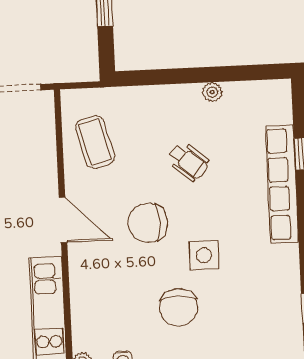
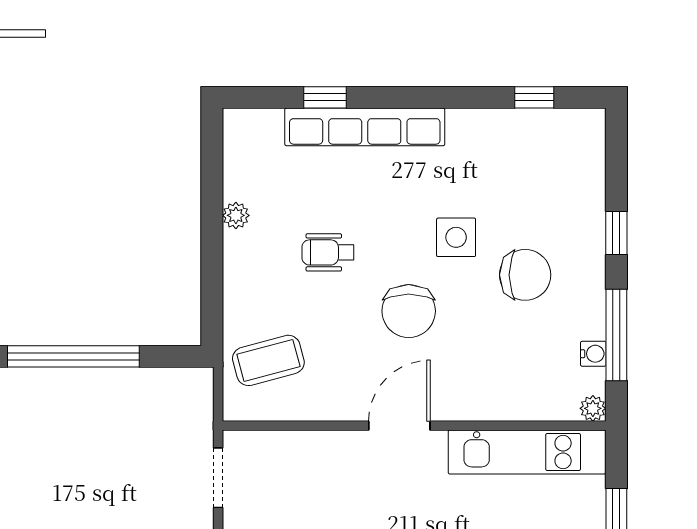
coffee table: (95, 142) -> (268, 360), moved
wheelchair: (188, 161) -> (328, 252), turned -130

